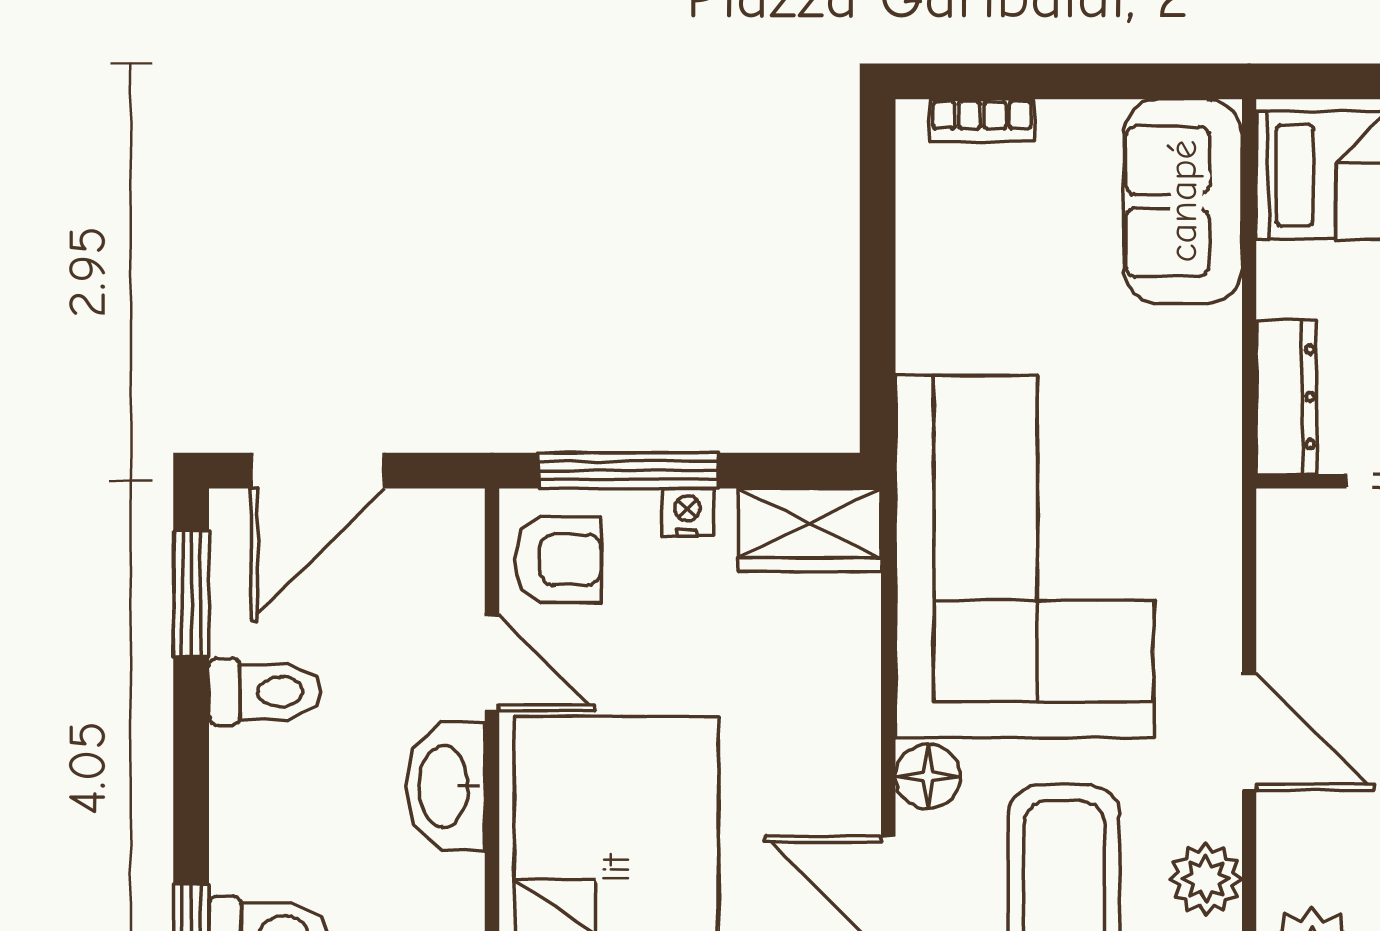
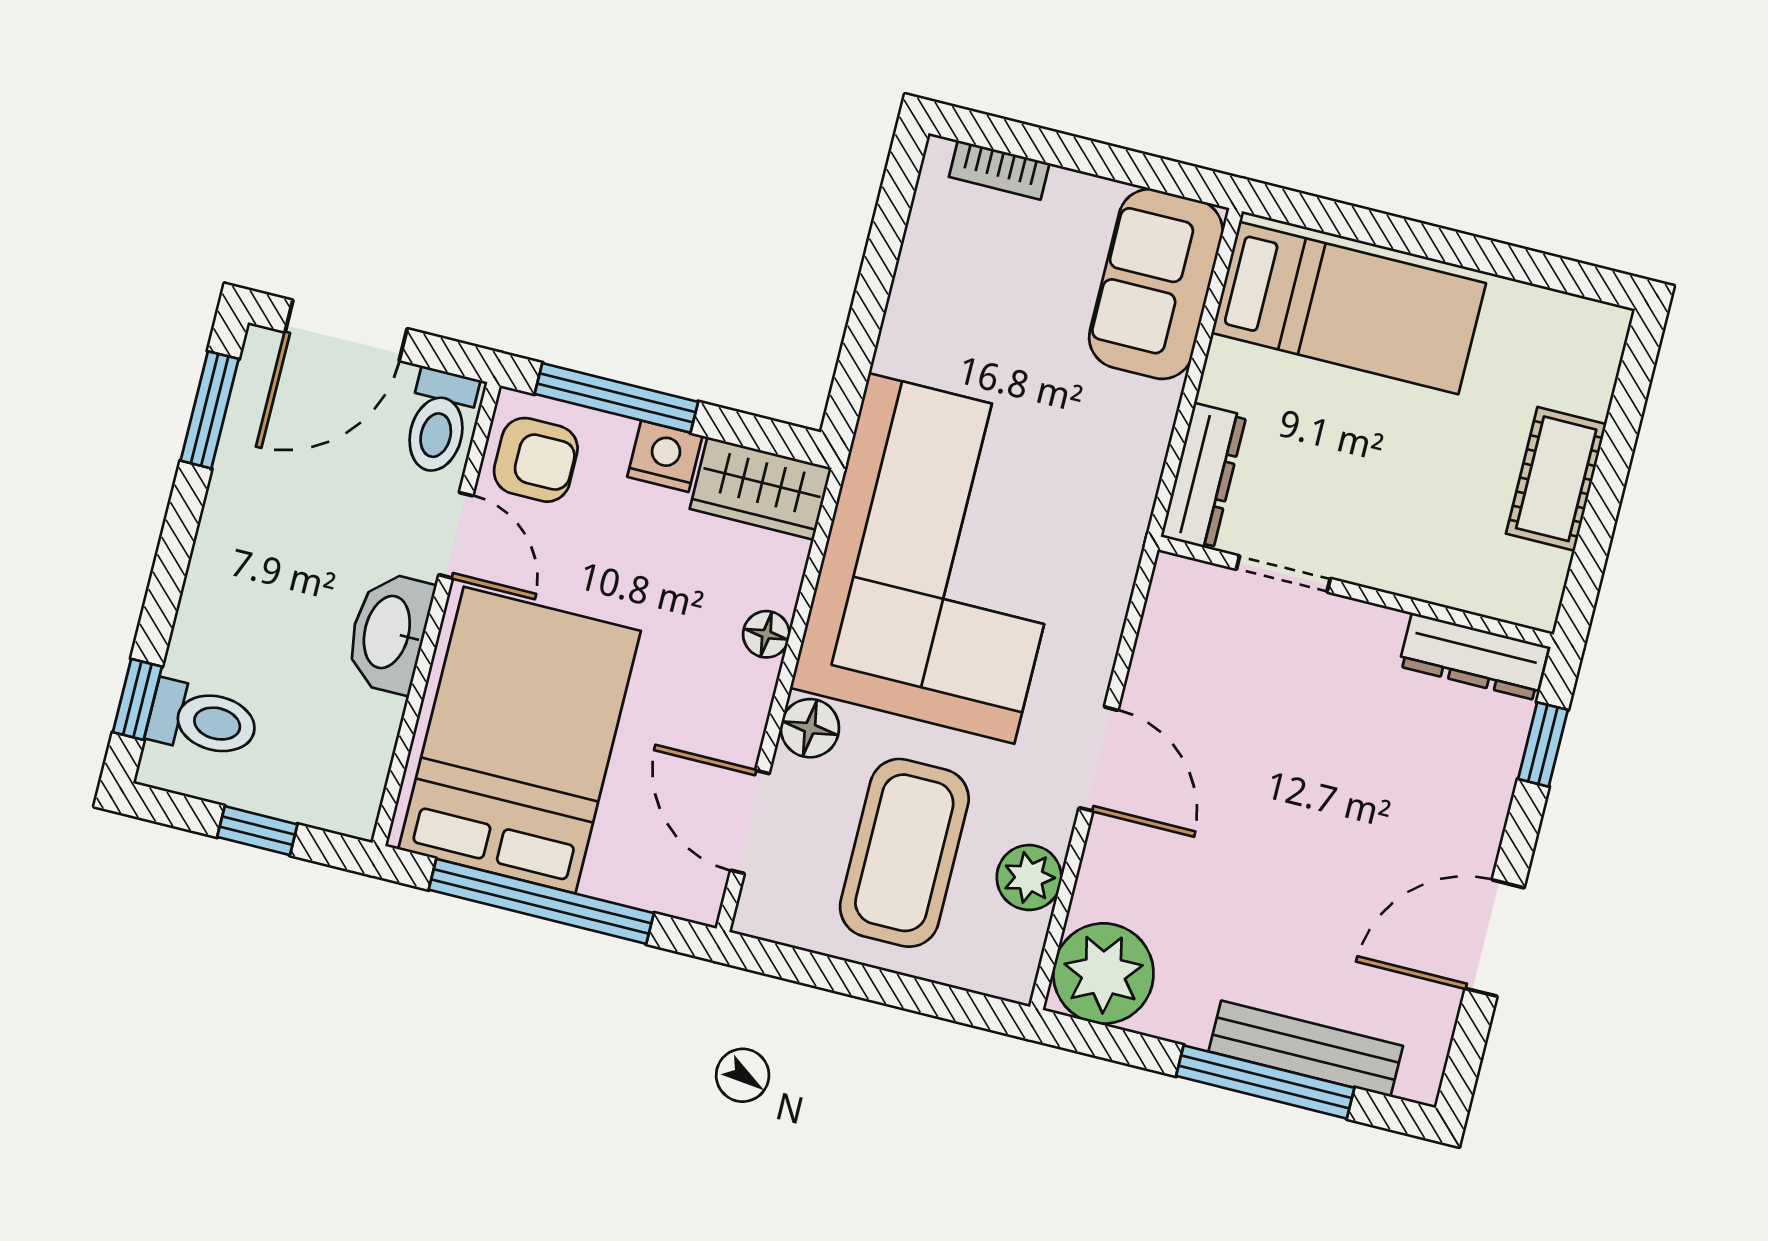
nightstand: (687, 512) -> (665, 456), width x1.39, depth x1.35
floor lamp: (855, 686) -> (766, 634), added
toilet: (265, 692) -> (439, 422), moved, turned 90

